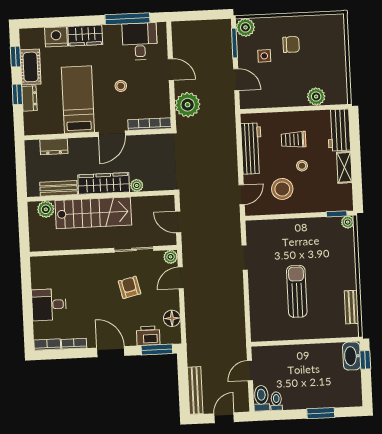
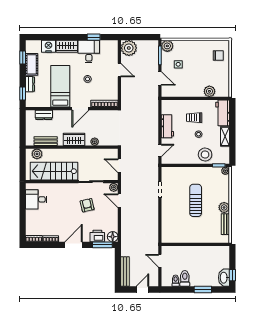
window: (127, 19) -> (94, 37), width x0.46
desk: (140, 41) -> (89, 52), moved
chair: (291, 45) -> (218, 55), moved
window: (17, 94) -> (23, 93), moved
plant: (188, 105) -> (129, 48), moved
workbench: (251, 149) -> (167, 126), width x0.73
wardrobe: (104, 183) -> (74, 139), width x0.67
stool: (282, 189) -> (205, 155), moved
stairs: (93, 213) -> (54, 171), moved, turned 180
door: (181, 278) -> (119, 201), hinge flipped
plant: (348, 281) -> (224, 207), added
sun lounger: (297, 291) -> (196, 200), moved
desk: (49, 305) -> (36, 199), moved
floor lamp: (172, 318) -> (113, 237), moved
door: (111, 352) -> (73, 245), hinge flipped
washbasin: (352, 356) -> (224, 278), moved
window: (365, 360) -> (232, 275), moved
door: (250, 371) -> (160, 261), hinge flipped
toilet: (261, 398) -> (185, 278), moved

